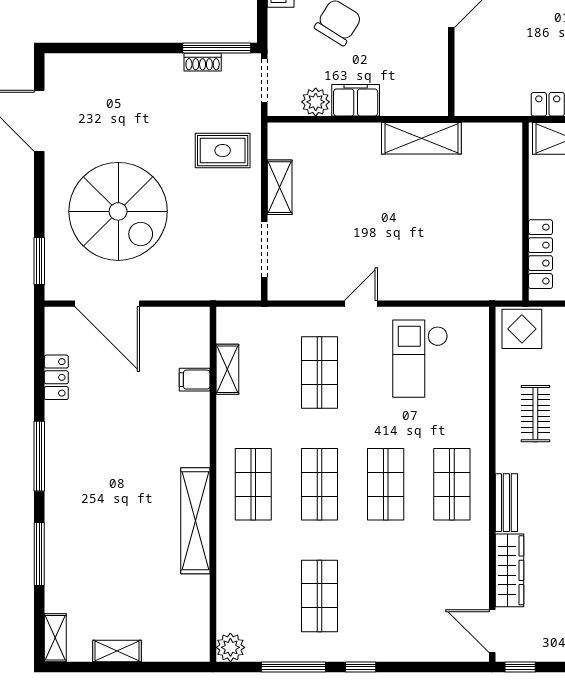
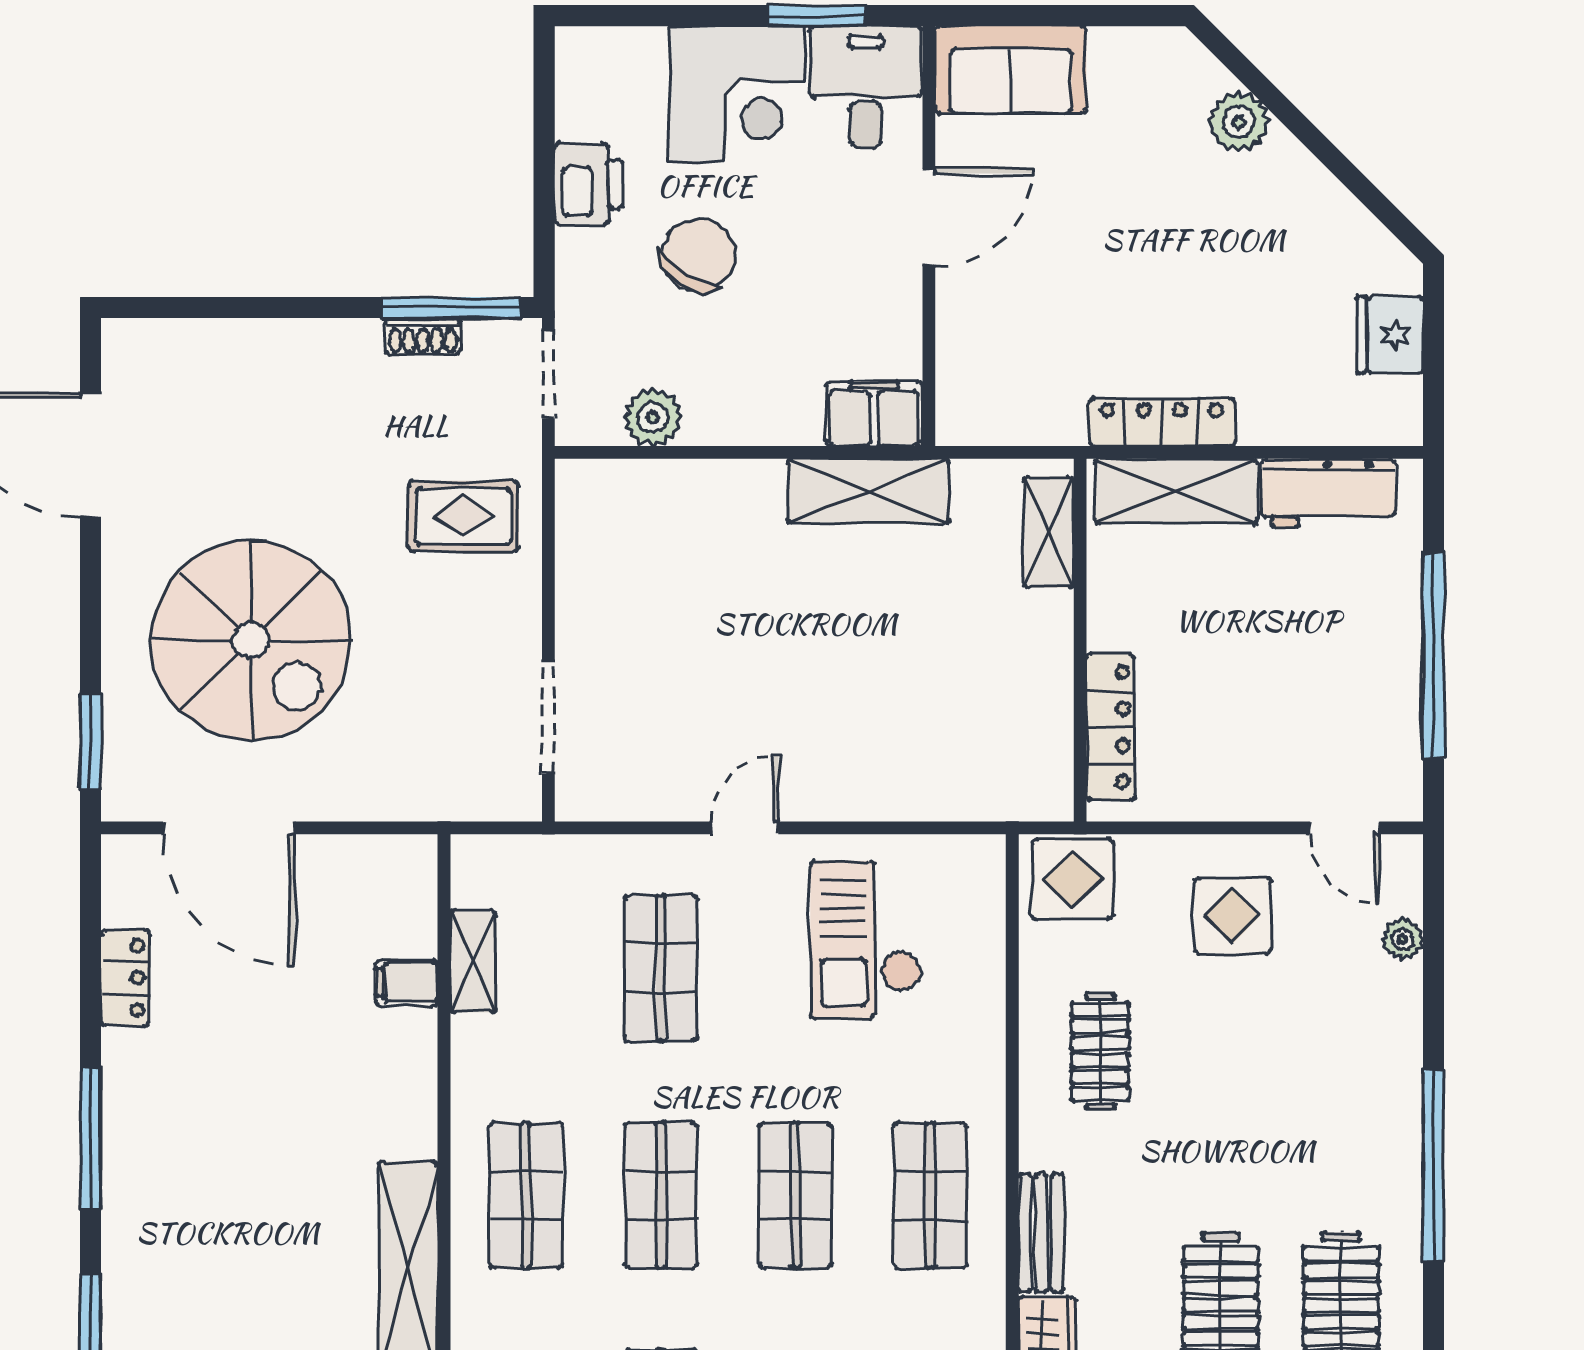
filing cabinet: (356, 100) -> (874, 414), moved
shelving: (280, 187) -> (1049, 532), moved

